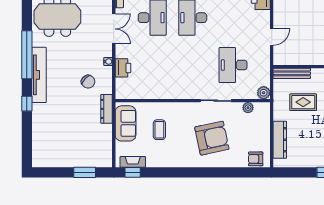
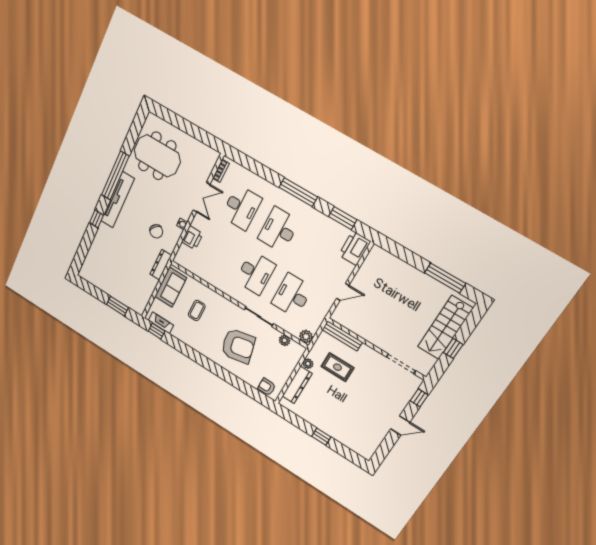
desk: (193, 65) -> (255, 273), added
plant: (278, 115) -> (308, 364), added

